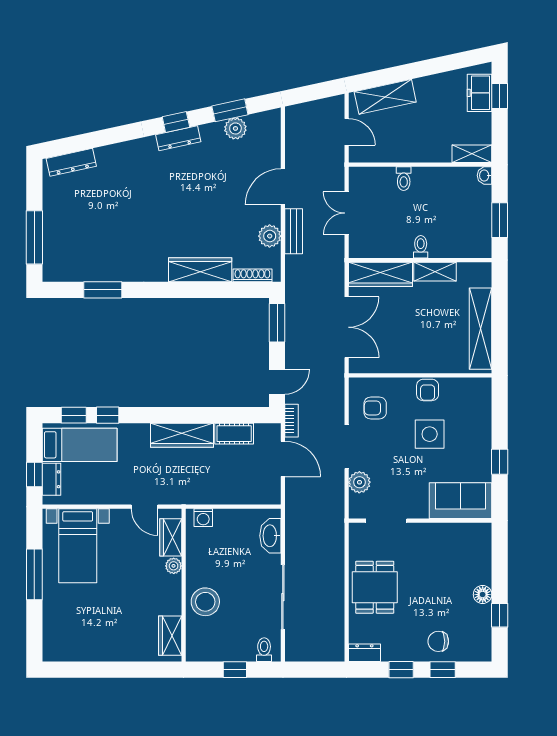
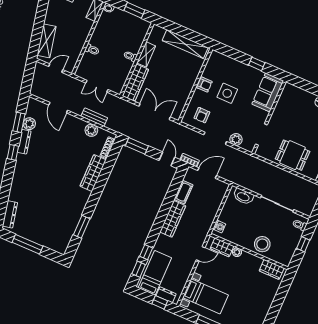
dresser: (178, 138) -> (24, 142), moved
door: (283, 187) -> (58, 108), moved
window: (34, 237) -> (27, 244), moved

